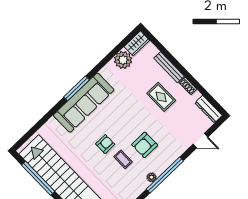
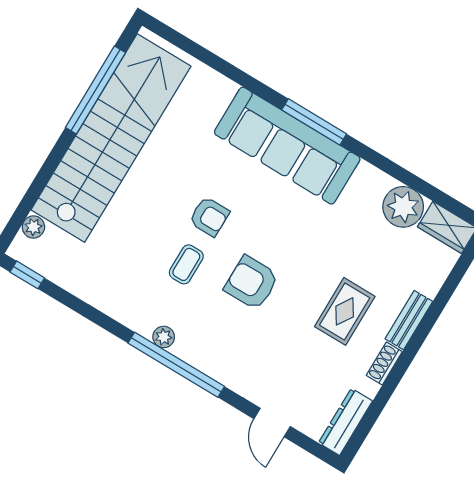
bench: (169, 67) -> (409, 320), width x0.73
armchair: (145, 145) -> (252, 283), moved

